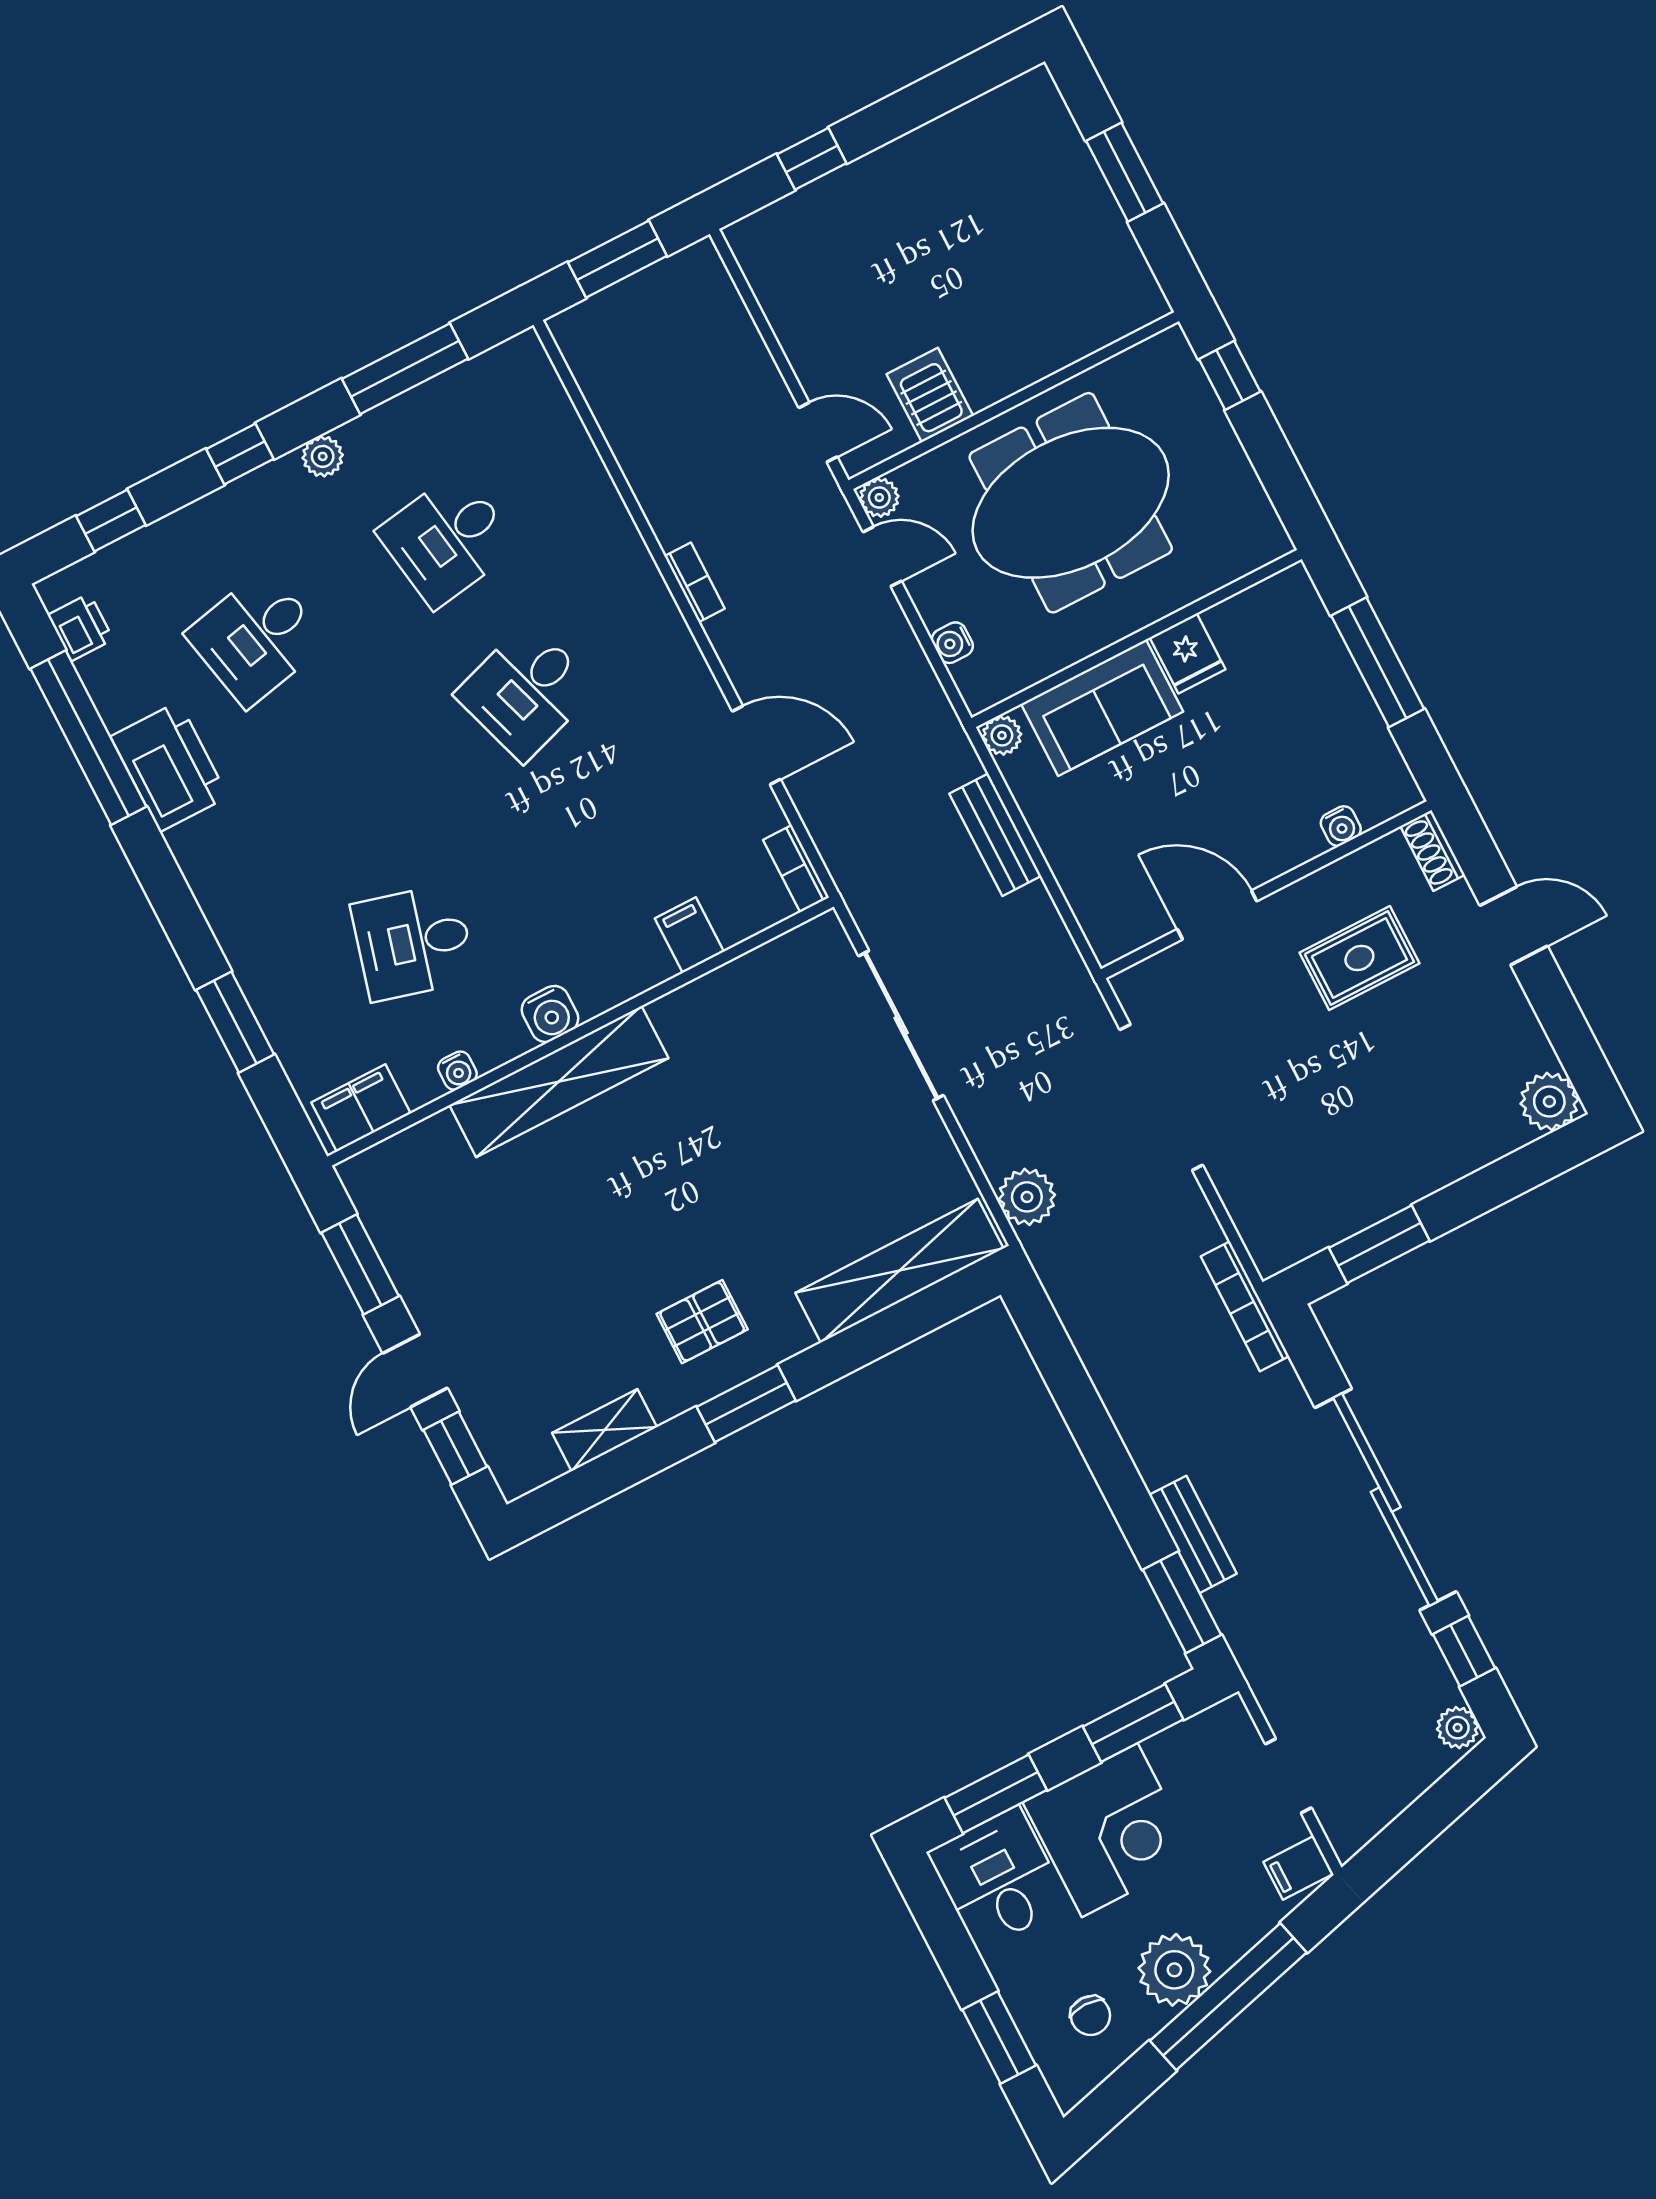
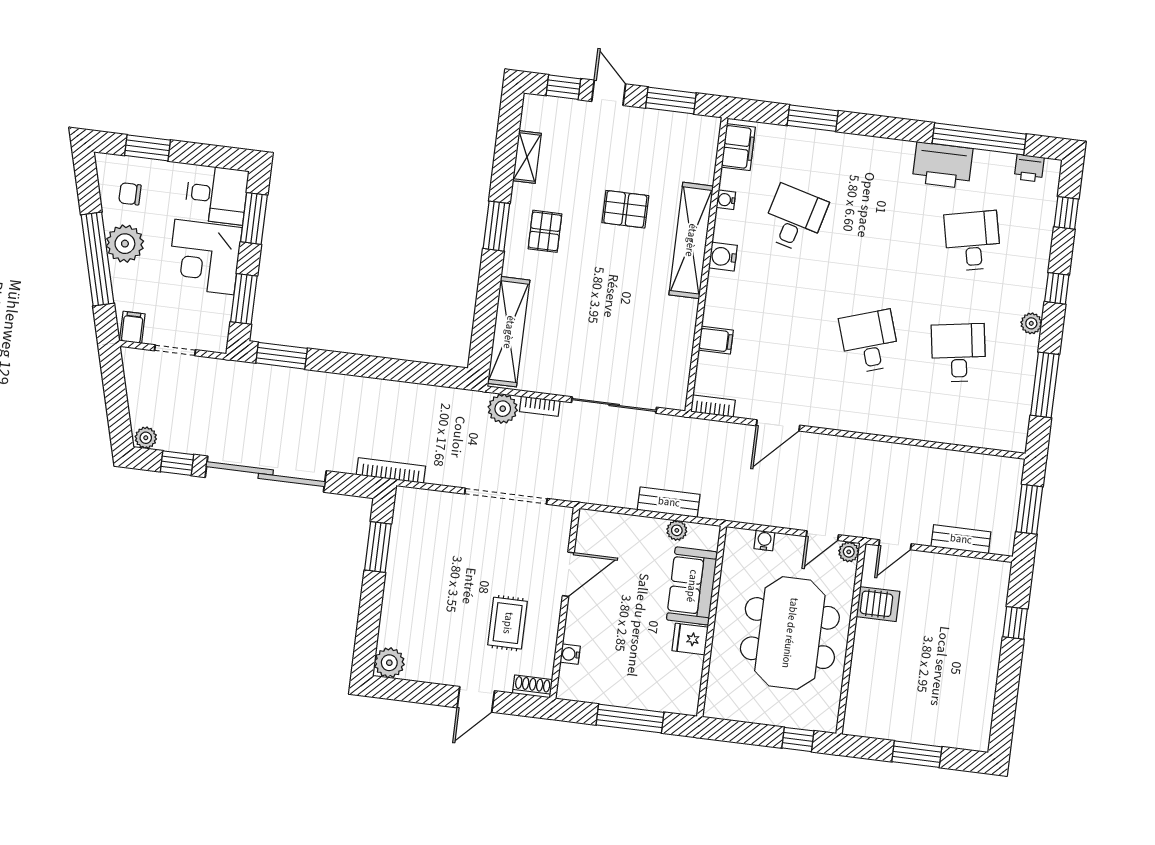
bookcase: (695, 582) -> (540, 406), moved
plant: (1002, 735) -> (677, 530), moved
pallet: (581, 1219) -> (625, 209), added
bench: (1193, 1534) -> (961, 539), moved

